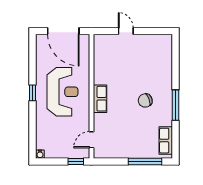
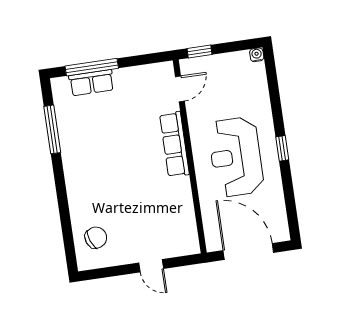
row of seats: (100, 99) -> (174, 144), width x1.48
chair: (145, 100) -> (96, 238), moved
window: (176, 105) -> (52, 129), moved
row of seats: (166, 141) -> (91, 83), moved, turned 90

